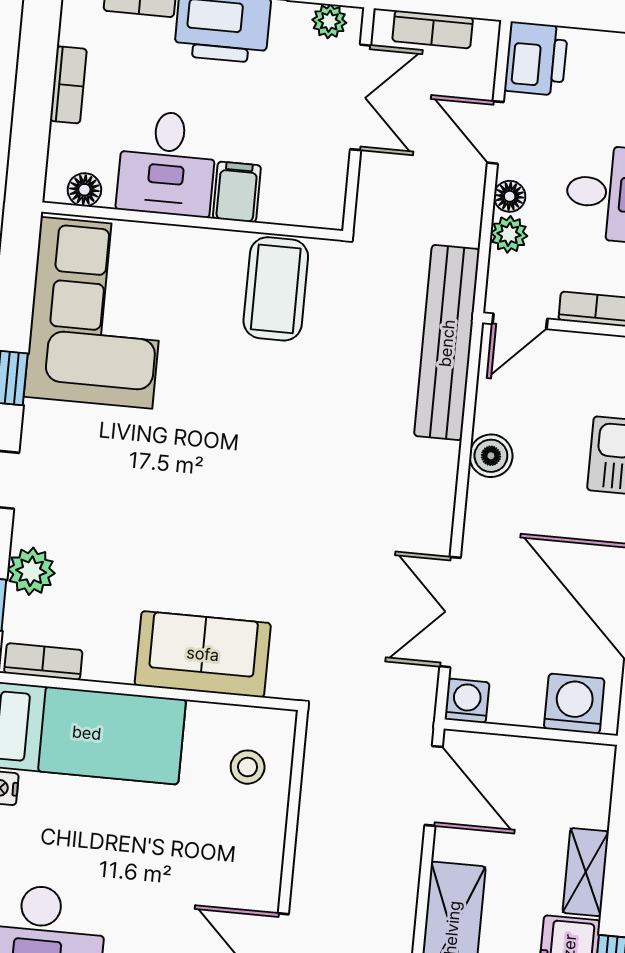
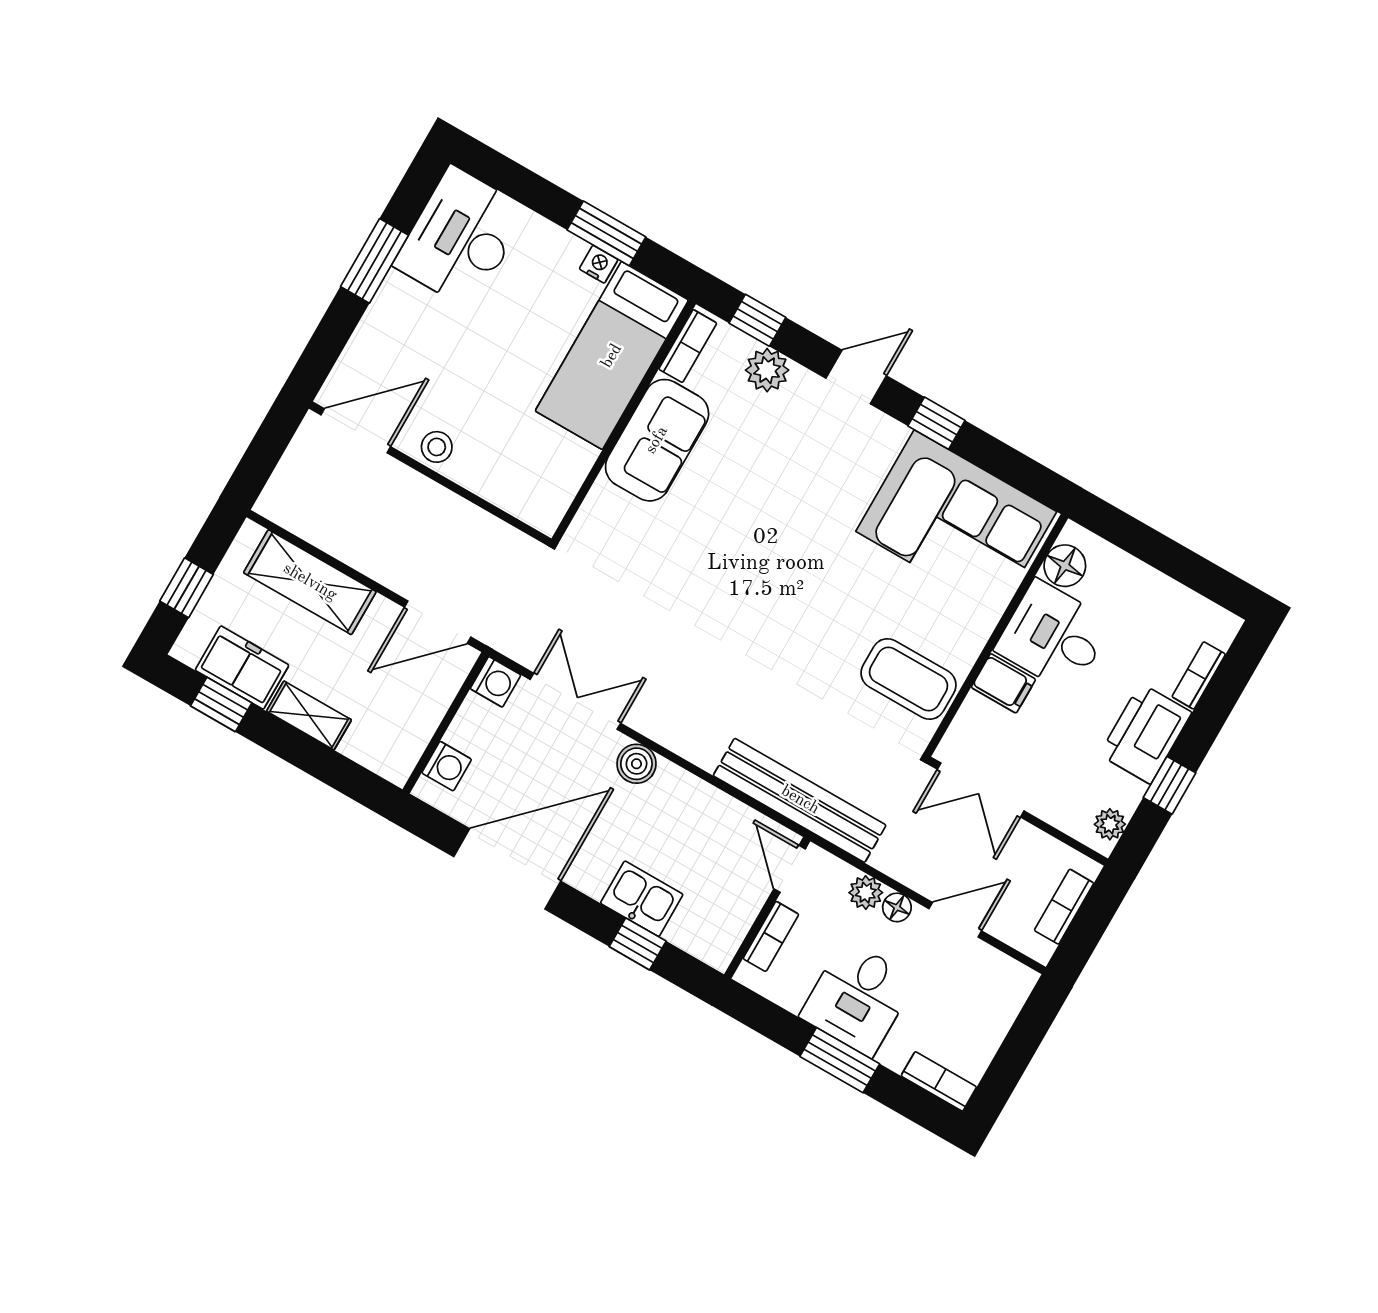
printer: (536, 59) -> (1001, 981), removed
bookcase: (68, 85) -> (1156, 584), removed
double door: (361, 97) -> (981, 790), moved
floor lamp: (84, 190) -> (1065, 566), width x1.37, depth x1.37
boiler: (491, 456) -> (636, 764), moved
sofa: (203, 654) -> (657, 440), moved
washing machine: (574, 704) -> (447, 766), width x0.73, depth x0.73
stool: (248, 767) -> (437, 447), moved

